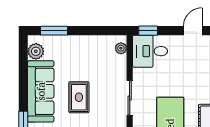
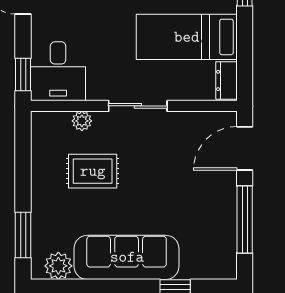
plant: (121, 48) -> (82, 121), moved
rug: (79, 97) -> (93, 171), moved

